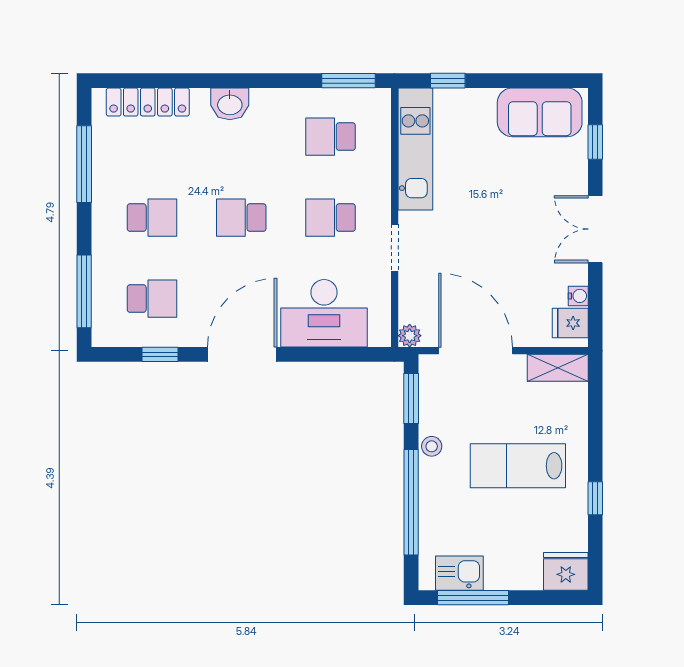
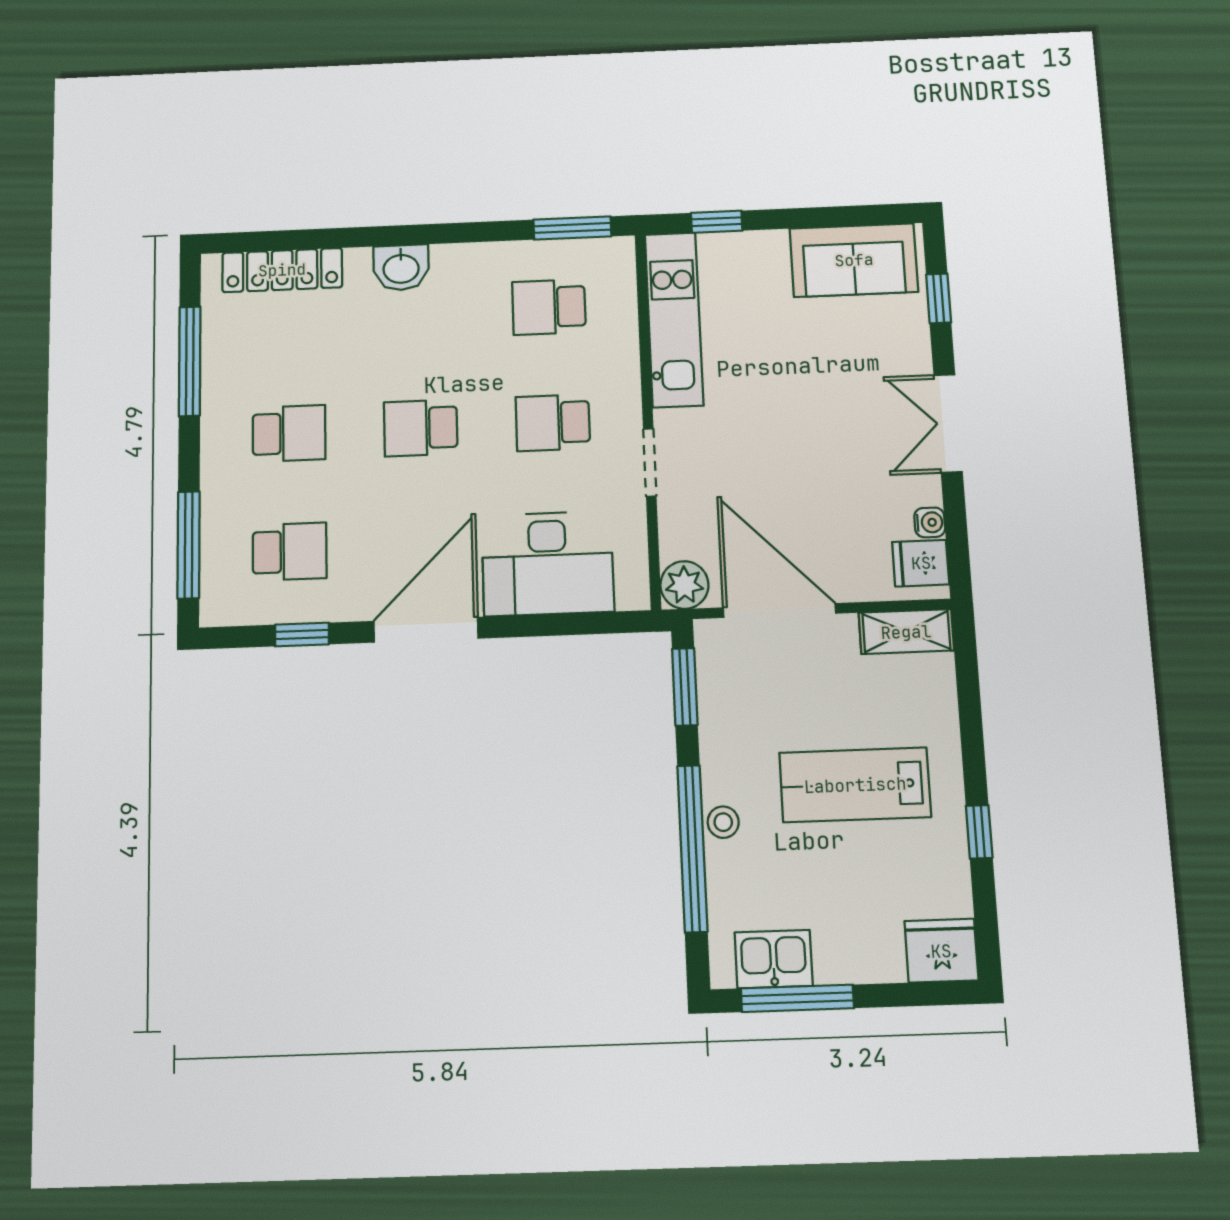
plant: (410, 336) -> (684, 585), width x1.38, depth x1.38
stool: (432, 446) -> (723, 822), moved

